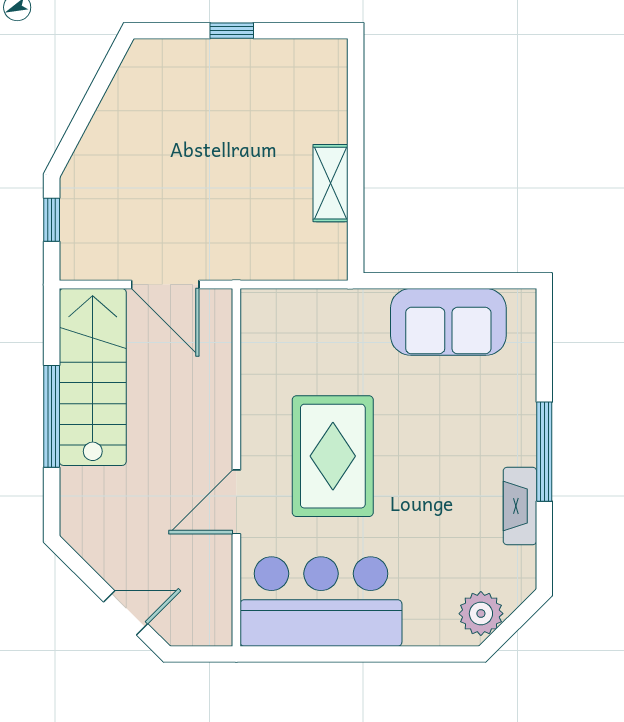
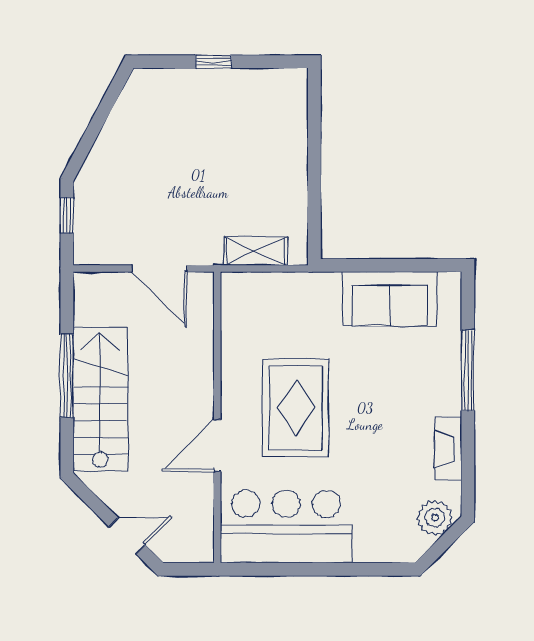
shelving: (331, 183) -> (256, 251), moved, turned 90
stairs: (93, 377) -> (100, 399), moved
window: (544, 452) -> (468, 370), moved
plant: (481, 614) -> (435, 518), moved

